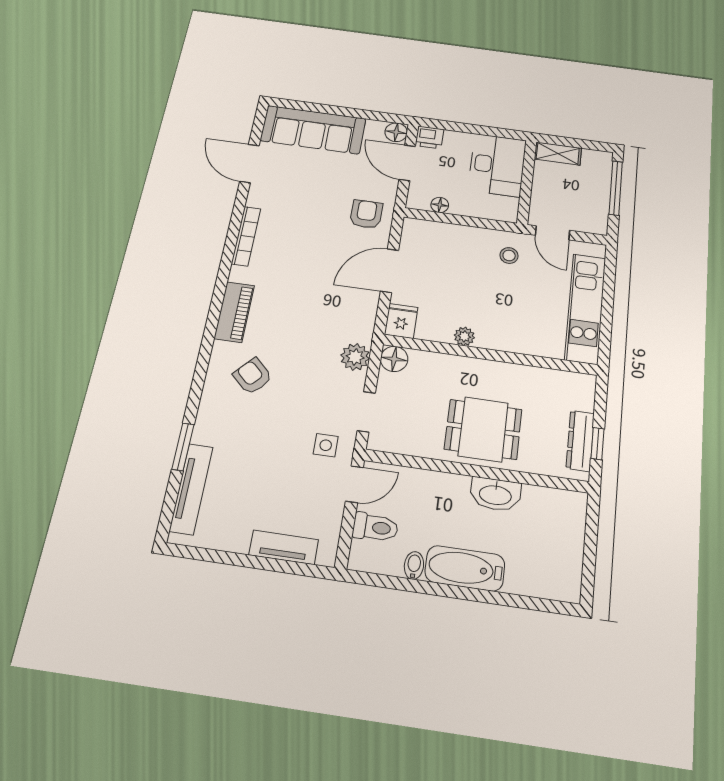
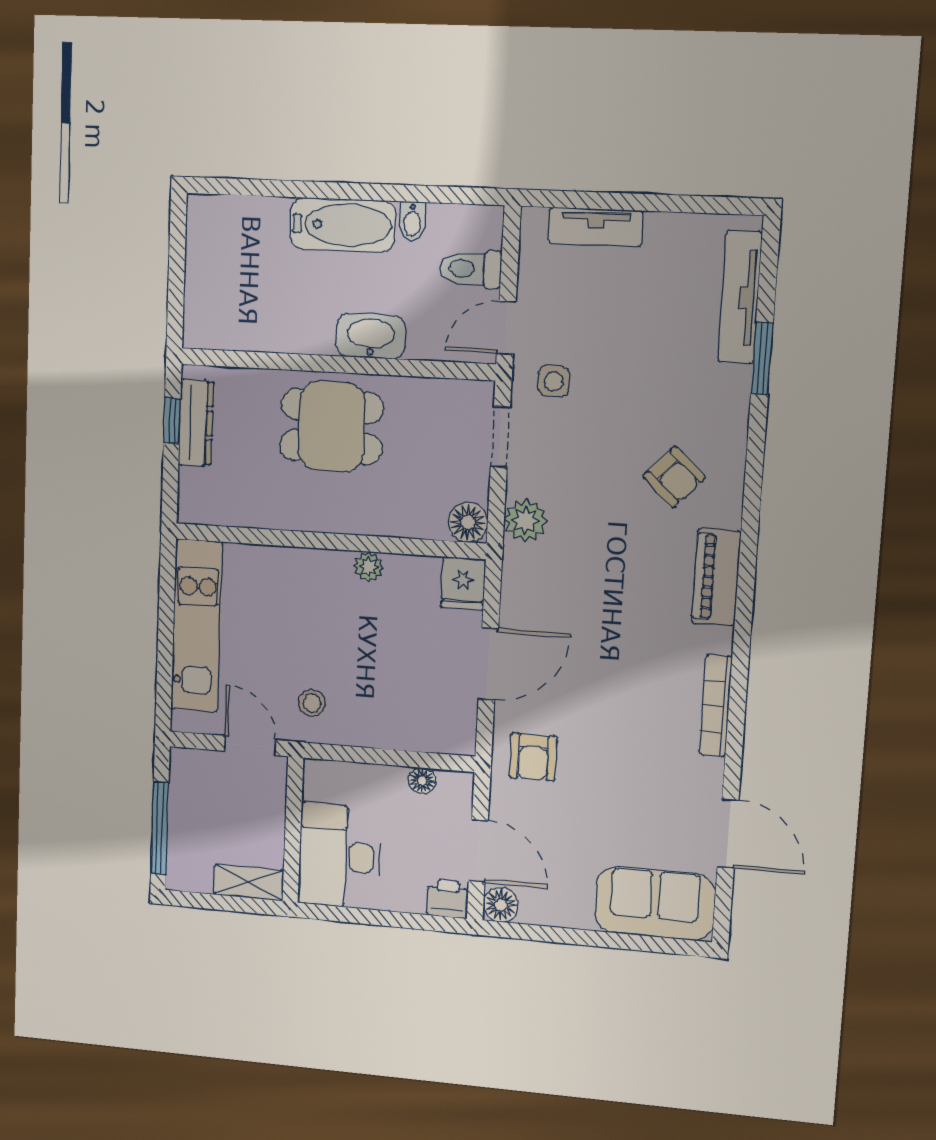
sofa: (313, 130) -> (655, 904), width x0.73
washbasin: (495, 494) -> (371, 336), moved

